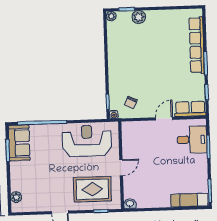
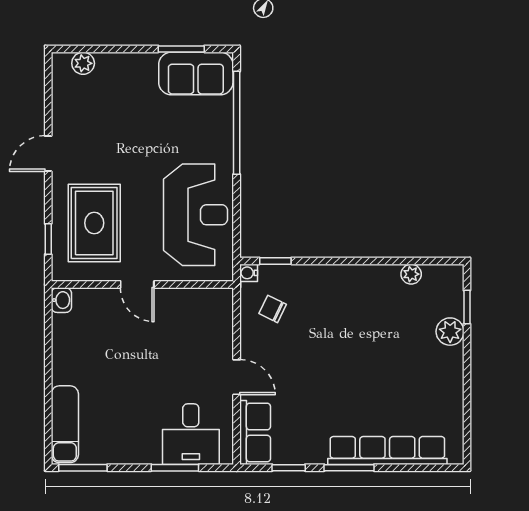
plant: (111, 16) -> (411, 274), moved

